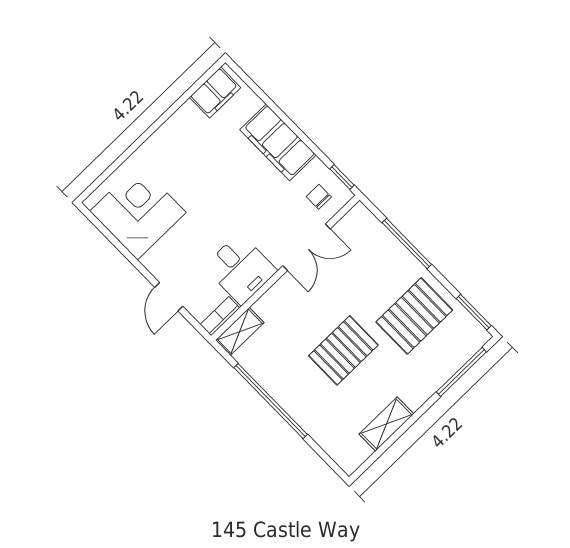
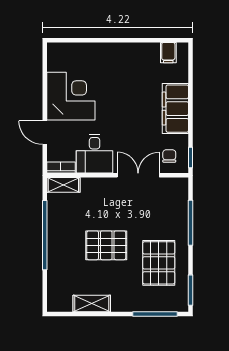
filing cabinet: (215, 92) -> (168, 53), width x0.50
corner desk: (138, 212) -> (71, 96), moved
double door: (306, 247) -> (138, 175), swing flipped
door: (169, 297) -> (45, 133), hinge flipped
pallet: (414, 316) -> (159, 263), turned 90

